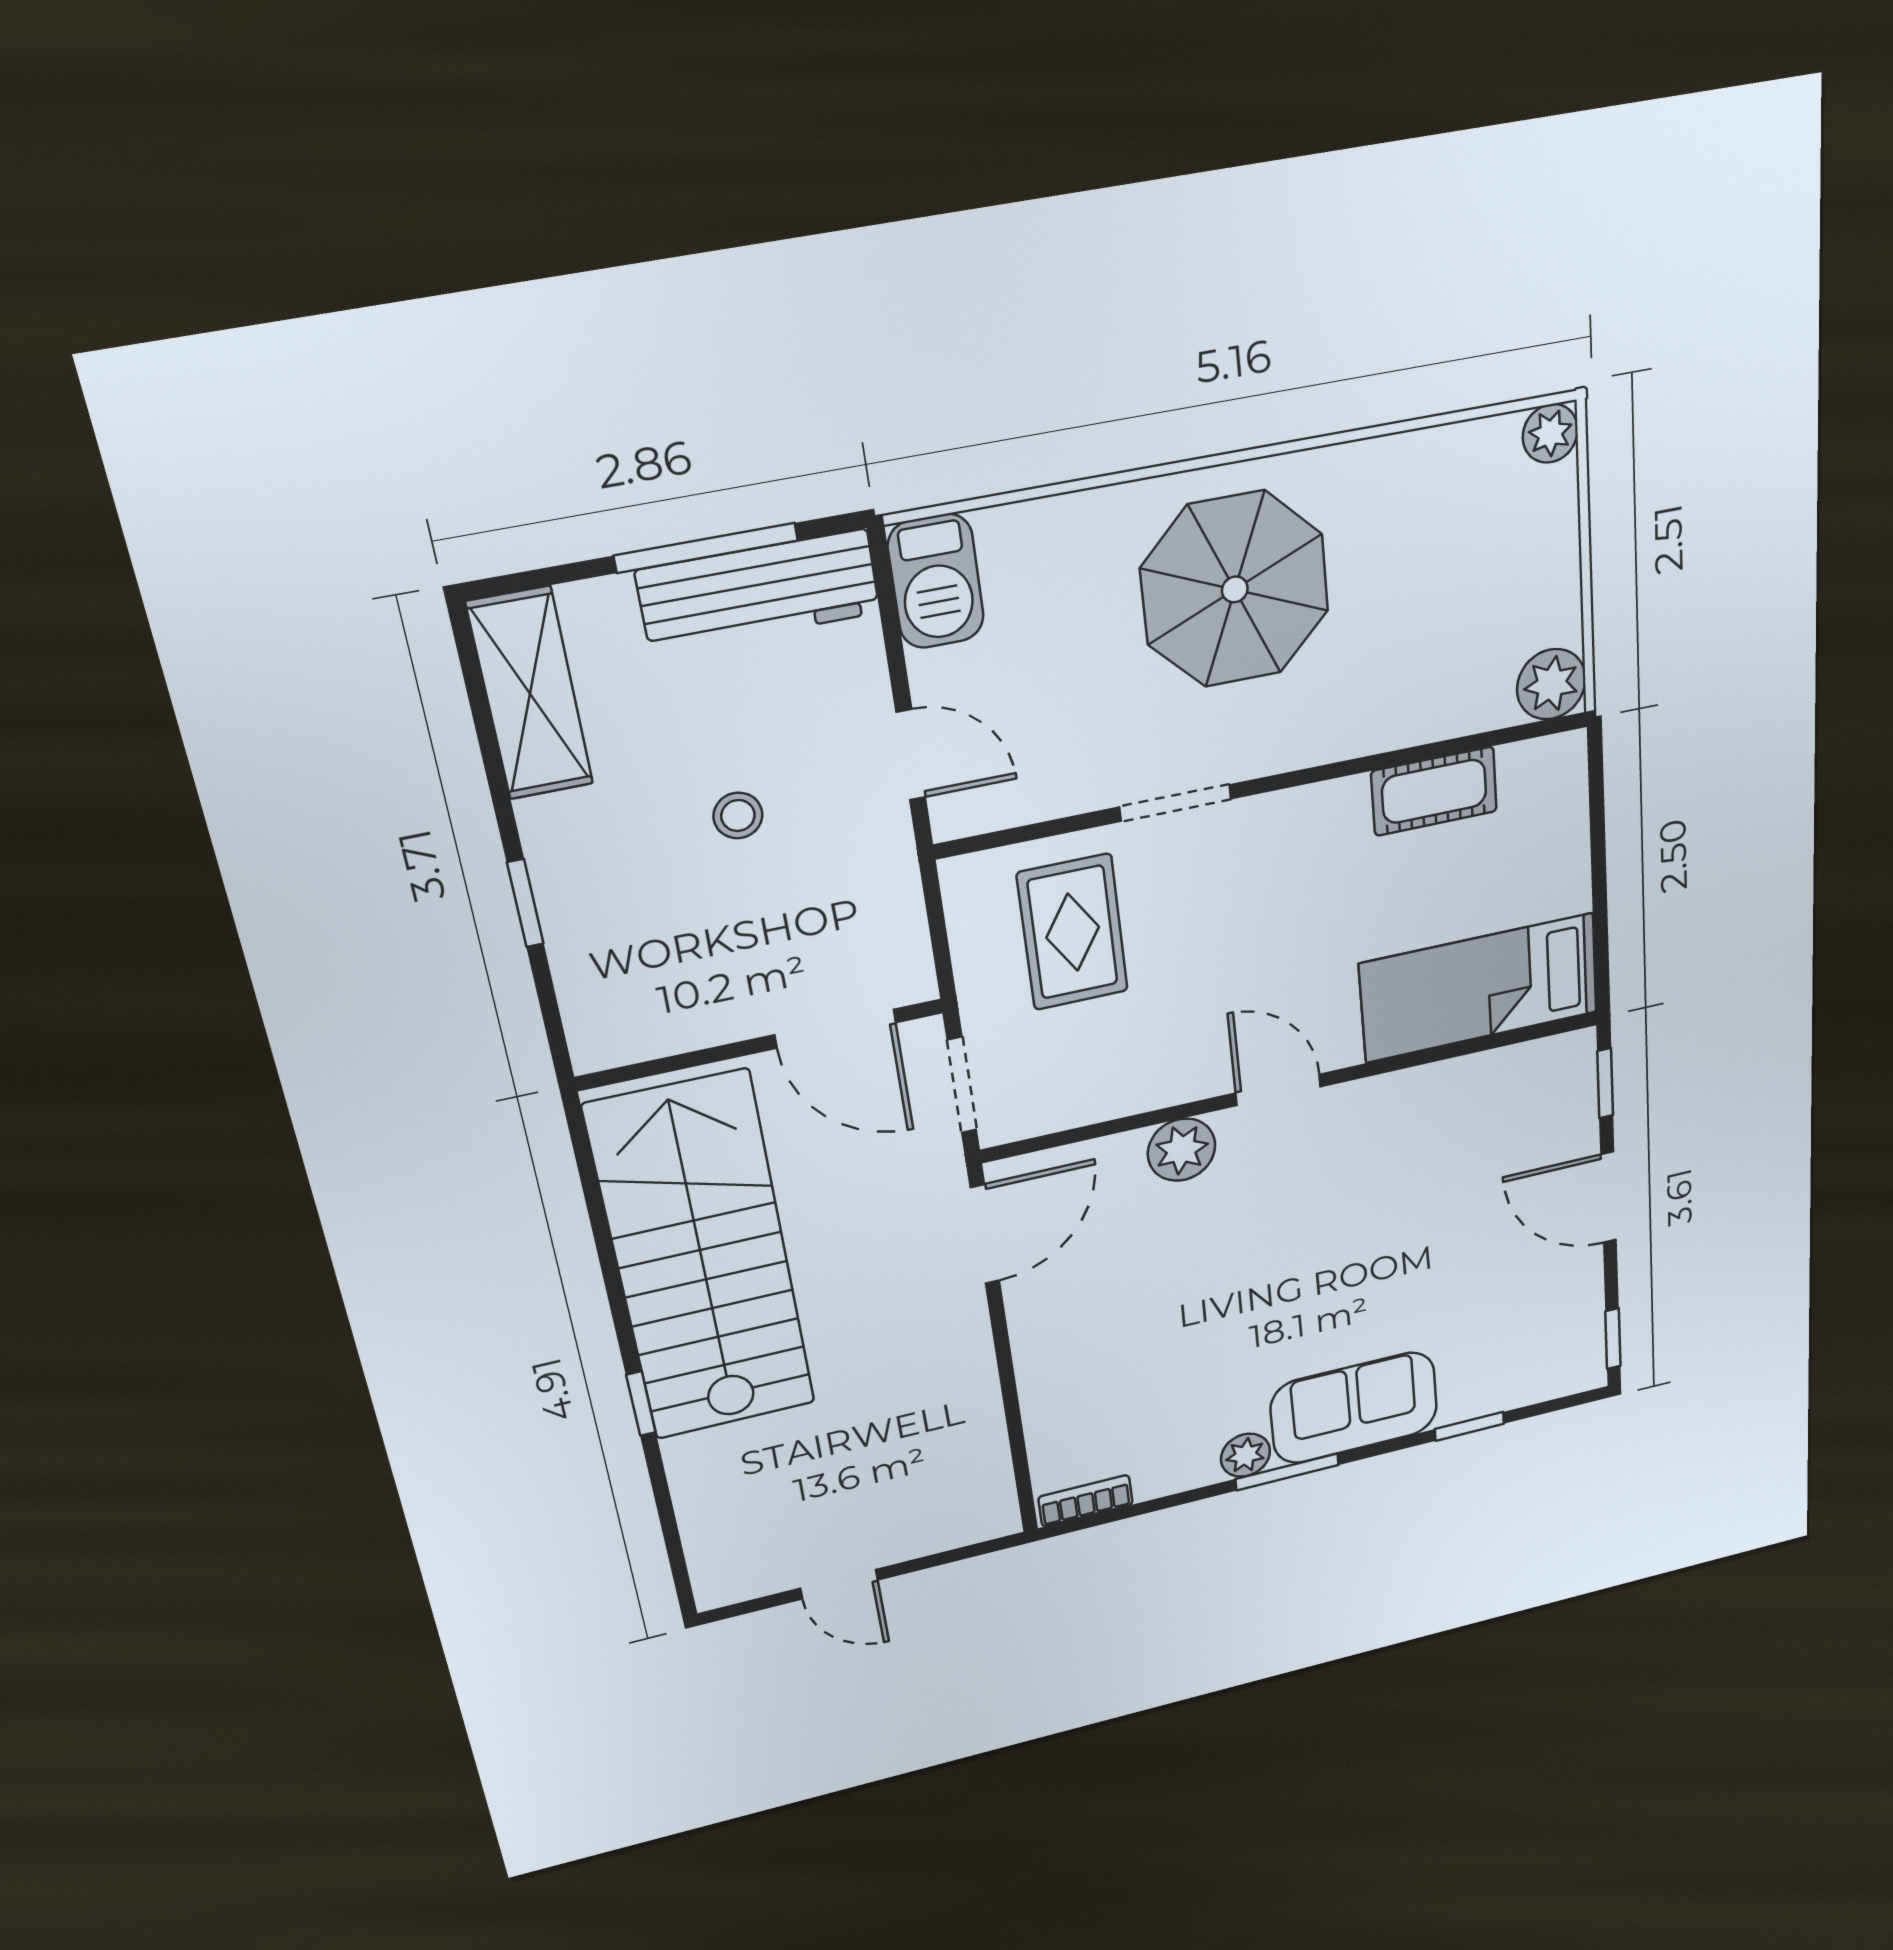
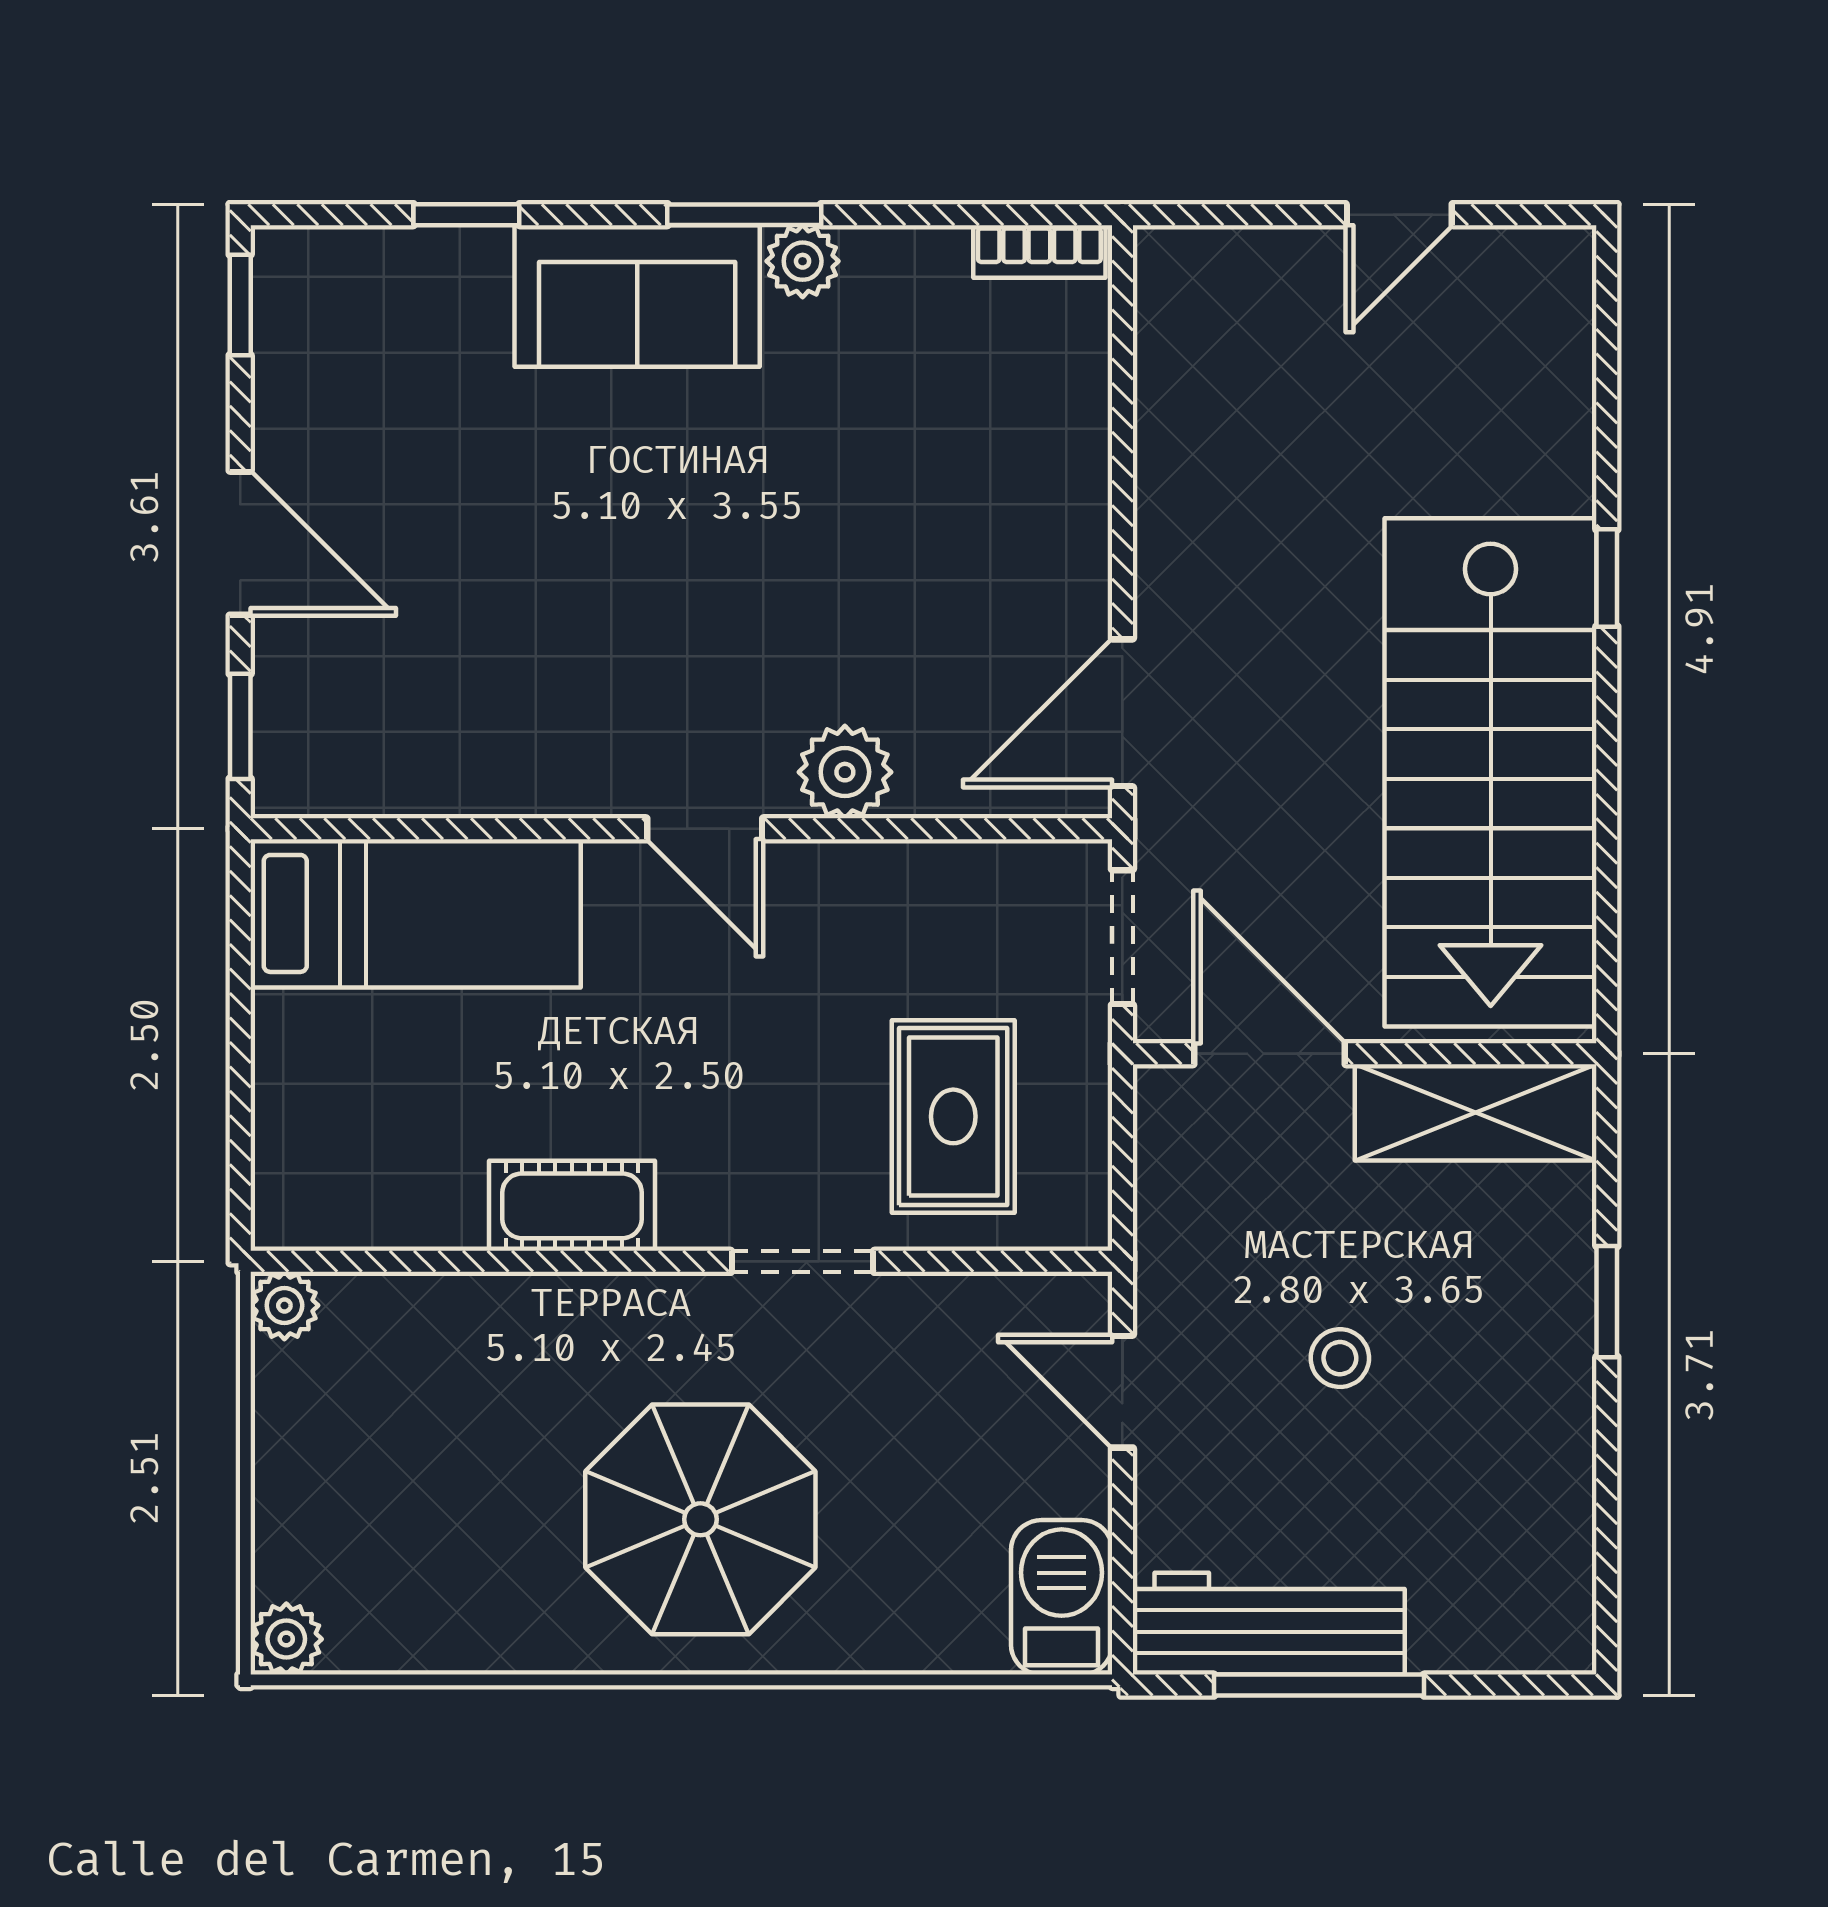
plant: (1551, 684) -> (284, 1305), width x0.73, depth x0.73
shelving: (530, 694) -> (1476, 1112), moved, turned 90
cot: (1434, 791) -> (572, 1206), moved
door: (839, 1584) -> (1399, 215), swing flipped

